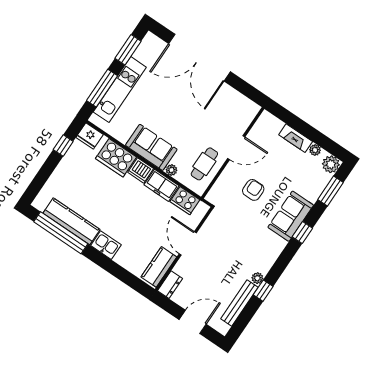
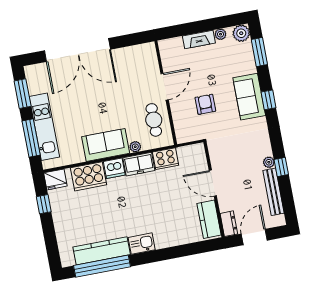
door: (188, 243) -> (213, 183), moved
wall: (184, 249) -> (214, 189), moved
kitchen counter: (159, 267) -> (209, 219), moved
dresser: (170, 285) -> (229, 224), moved

